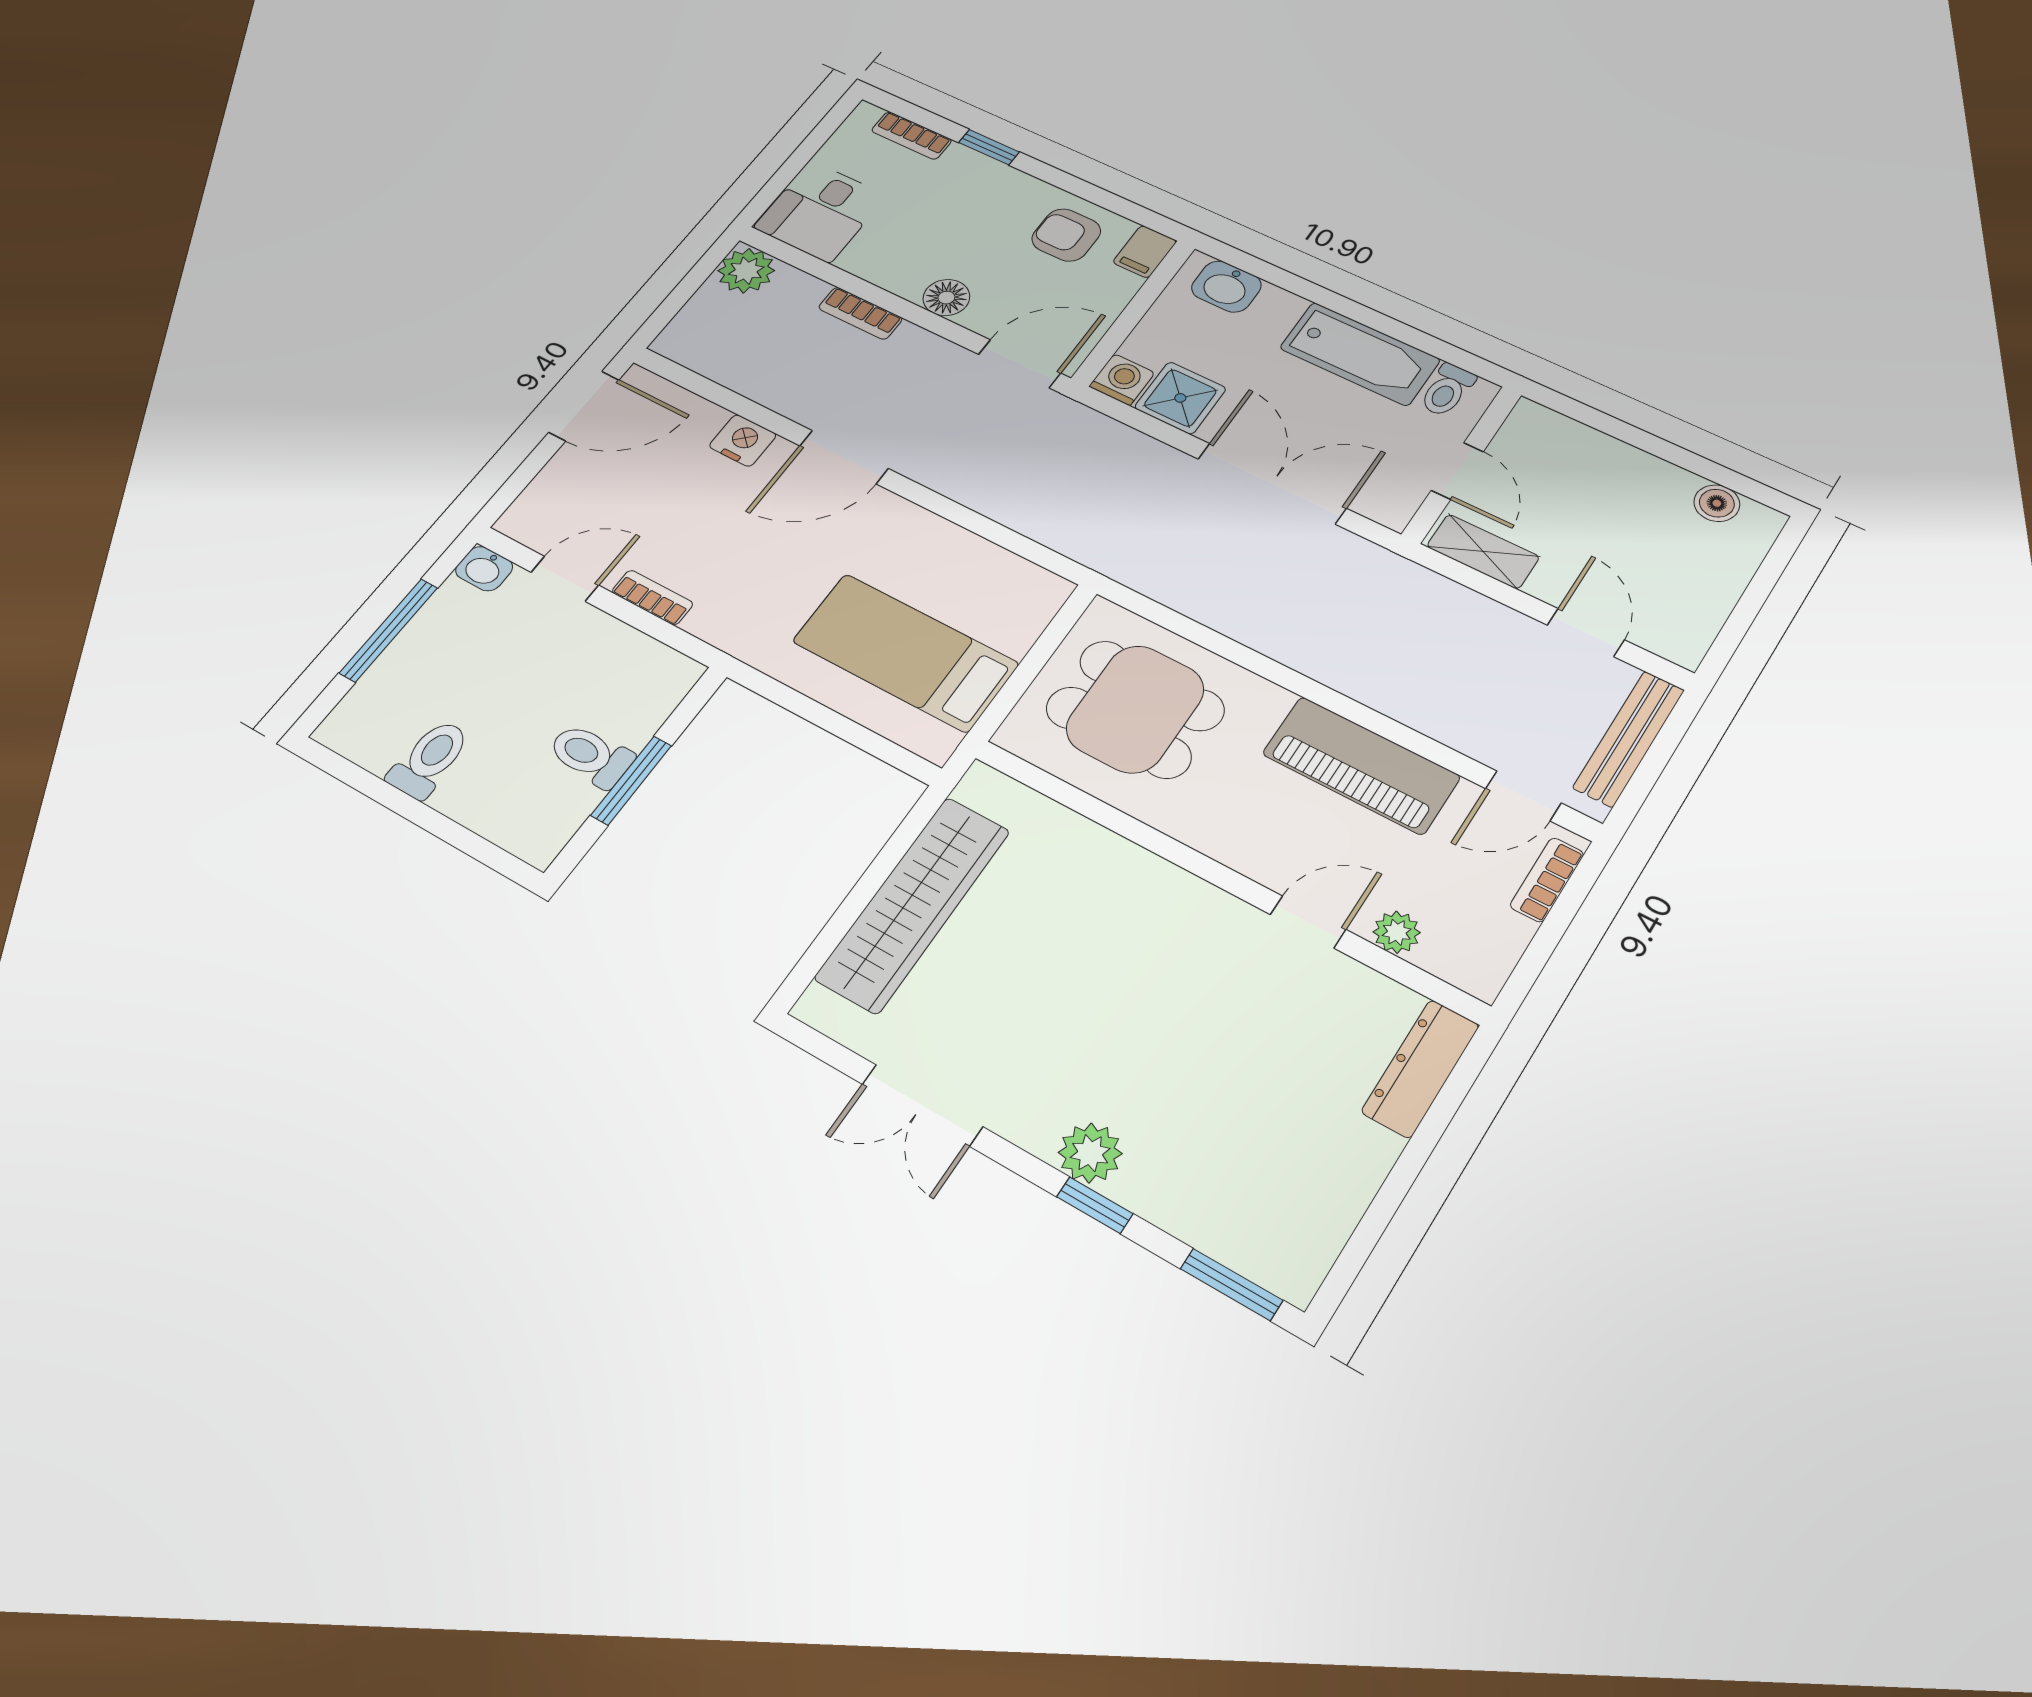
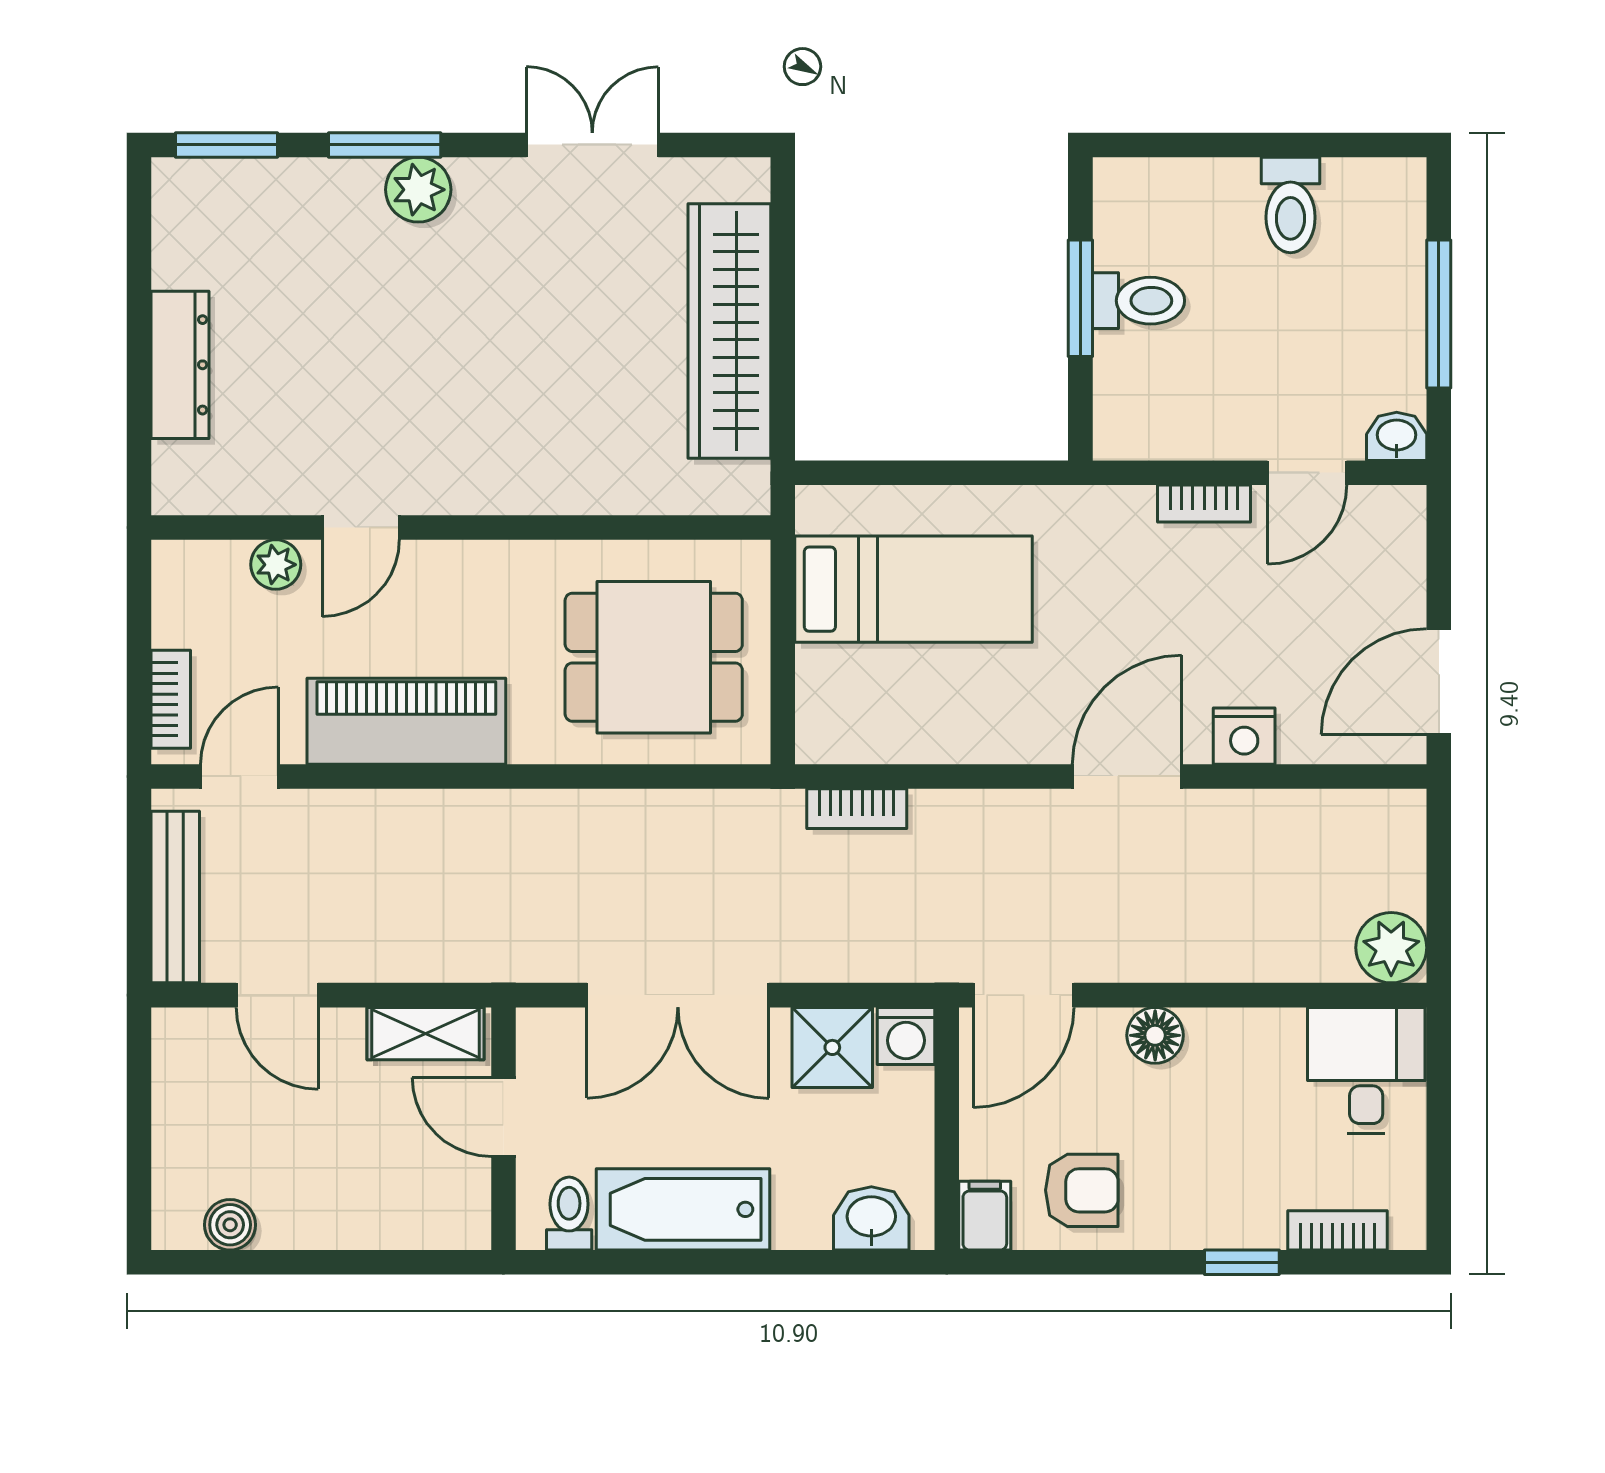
bookcase: (860, 313) -> (857, 809), moved, turned 180
dresser: (1420, 1068) -> (180, 365), moved
window: (1095, 1205) -> (385, 145), width x1.50

